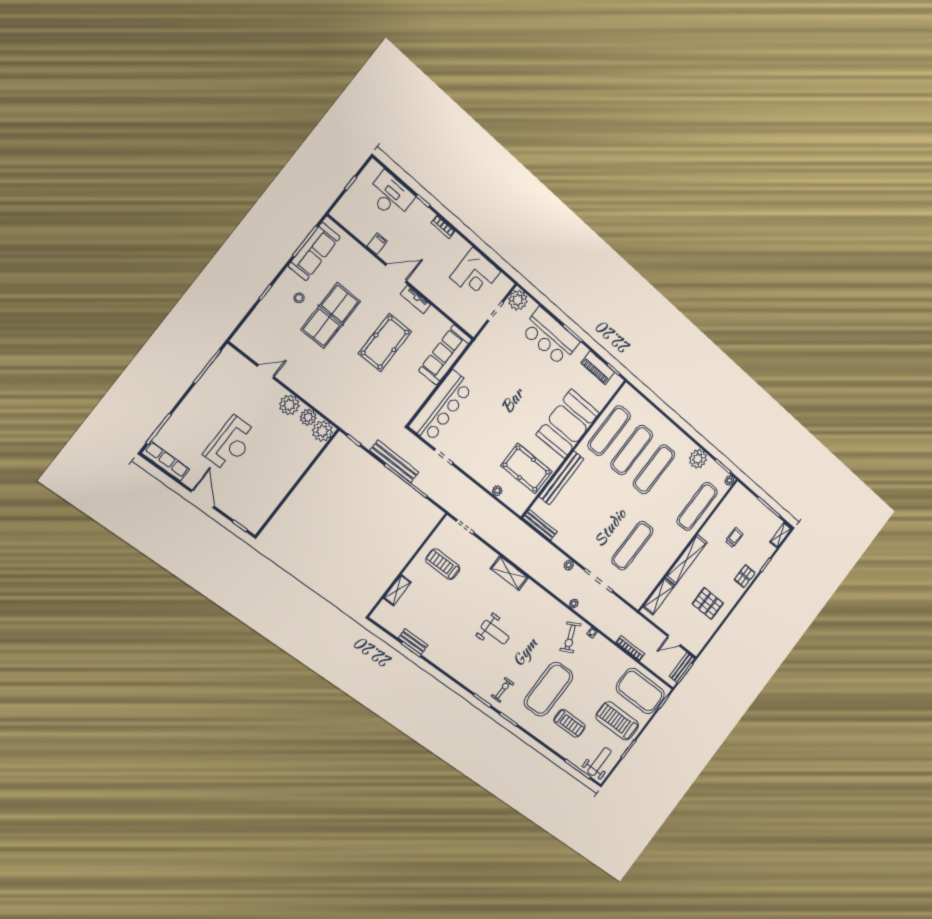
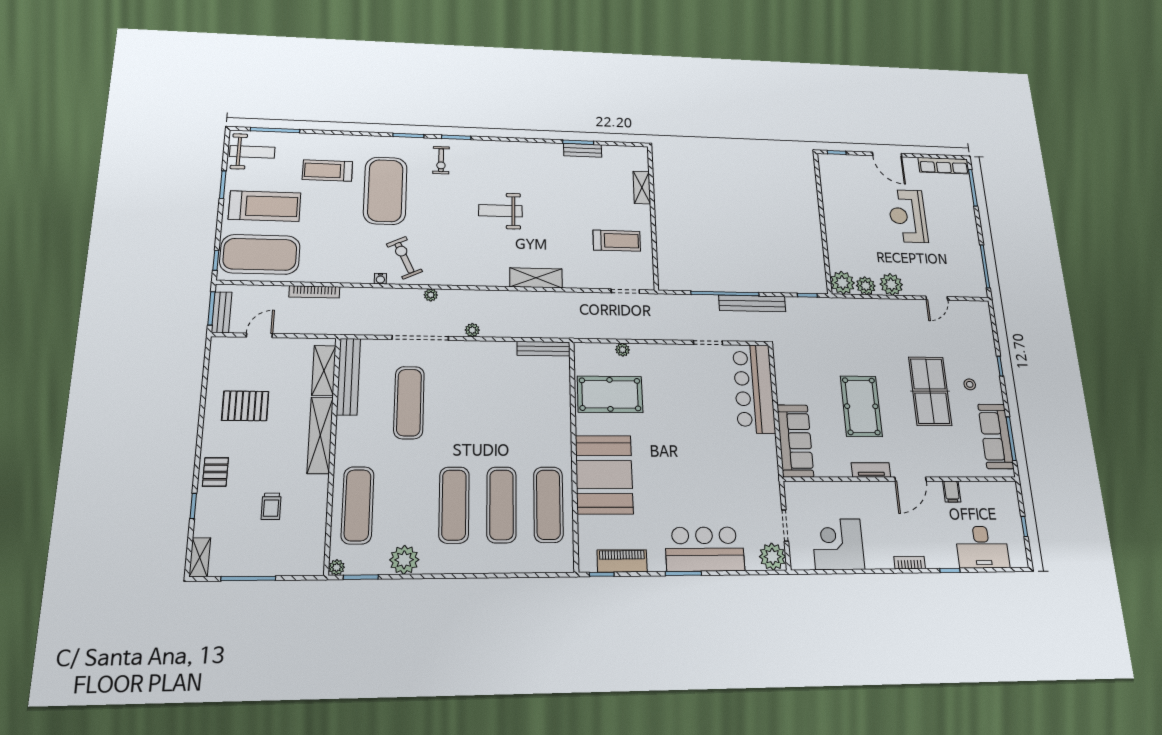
bench: (561, 478) -> (348, 376), moved
weight bench: (599, 762) -> (252, 152), turned -90

